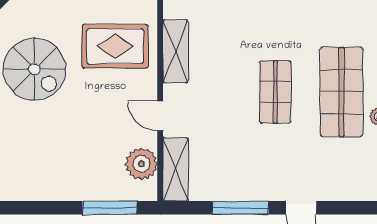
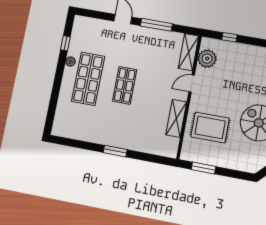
door: (160, 116) -> (192, 84), swing flipped
window: (110, 208) -> (229, 37), width x0.46

